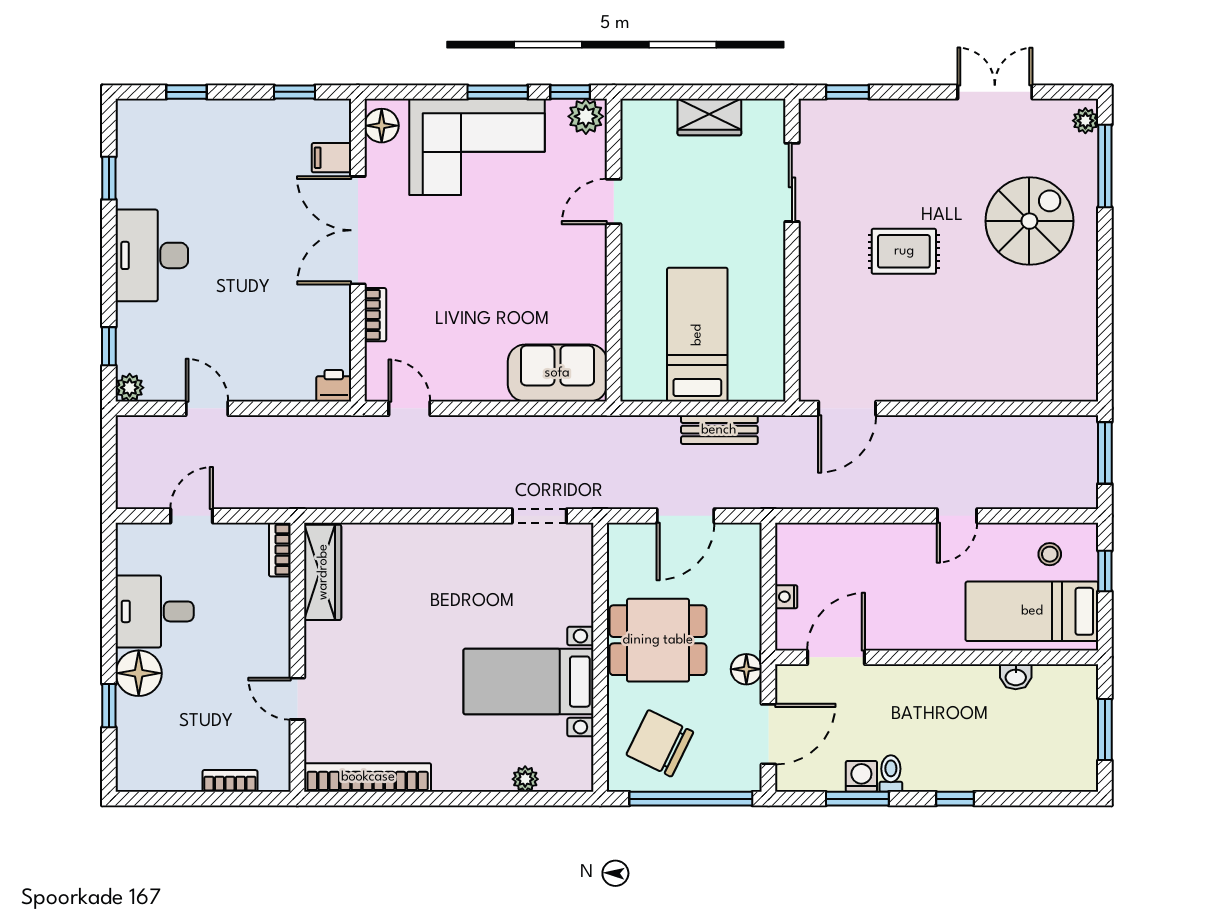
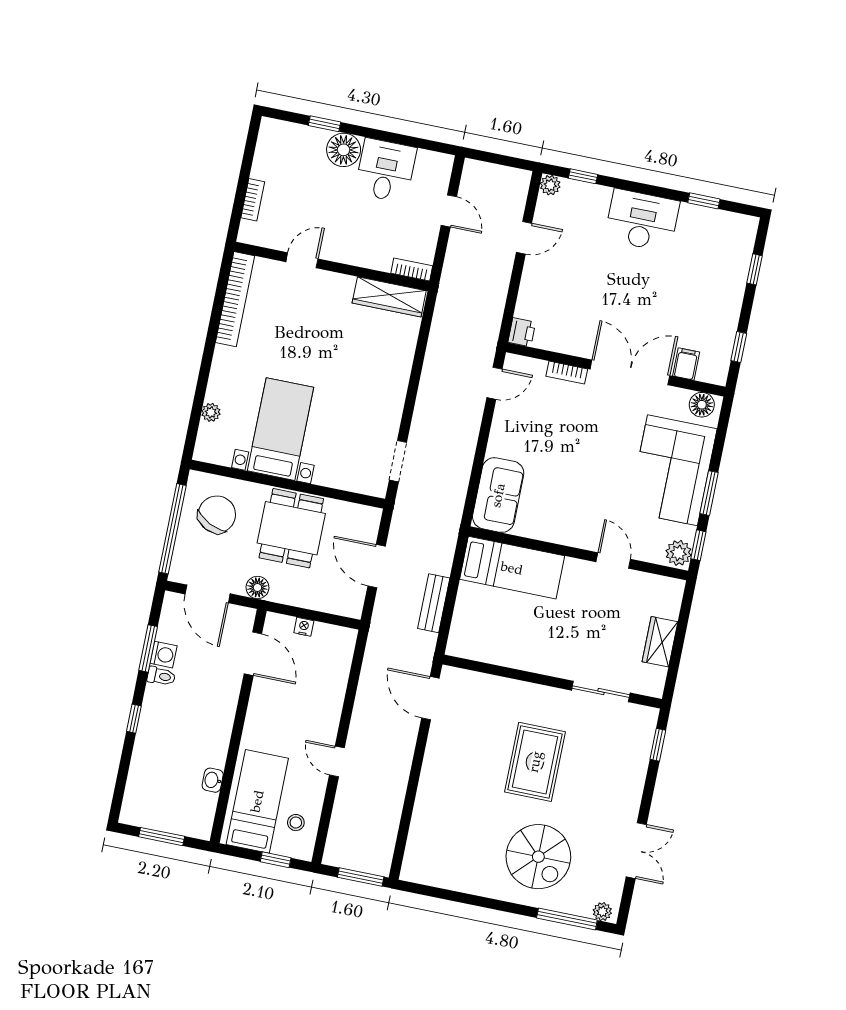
rug: (904, 251) -> (535, 762), width x1.36, depth x1.43
bed: (697, 335) -> (512, 568), moved

